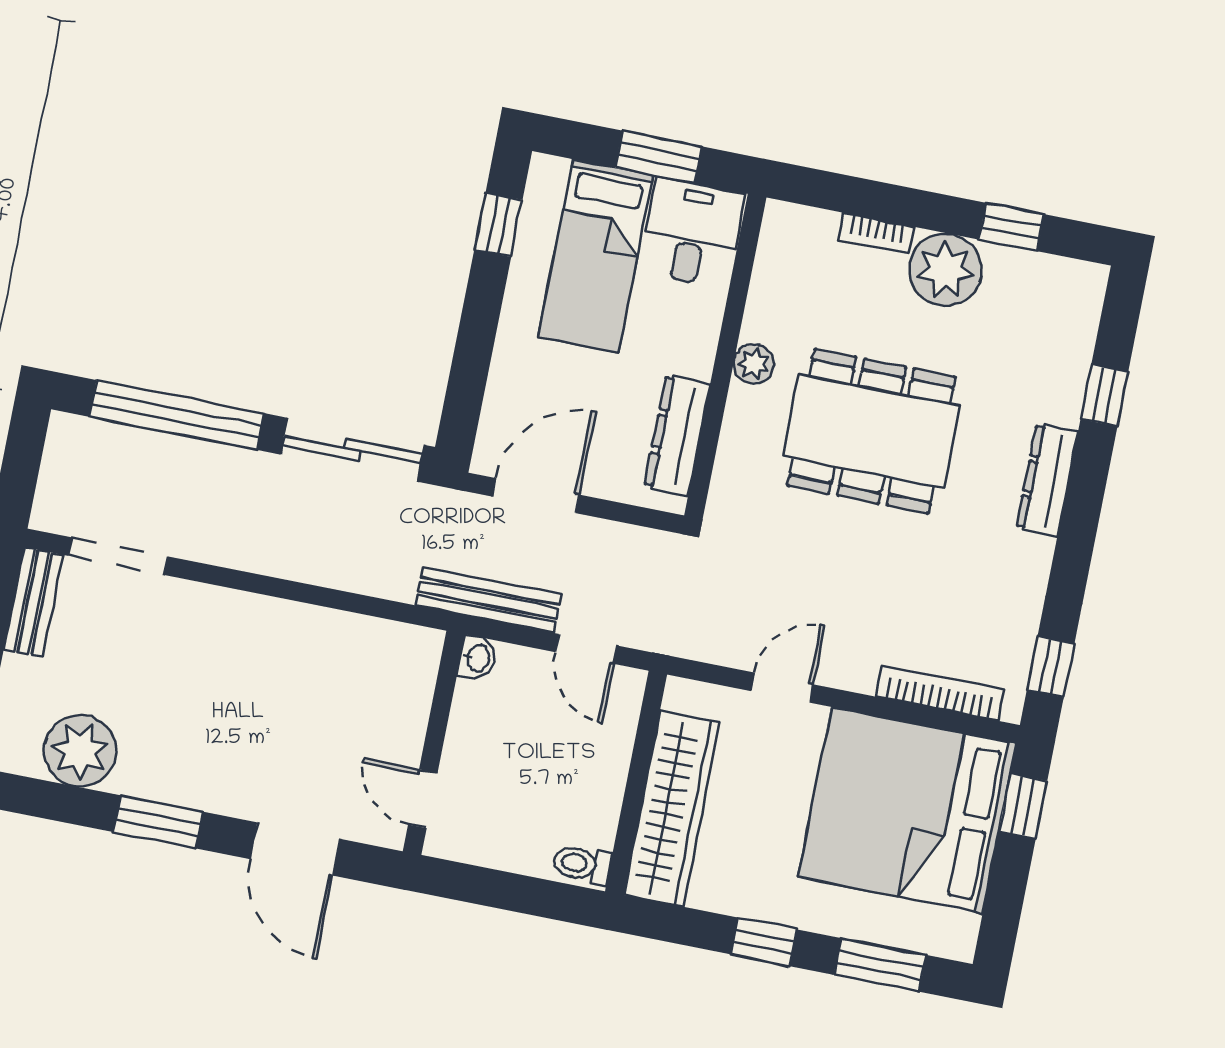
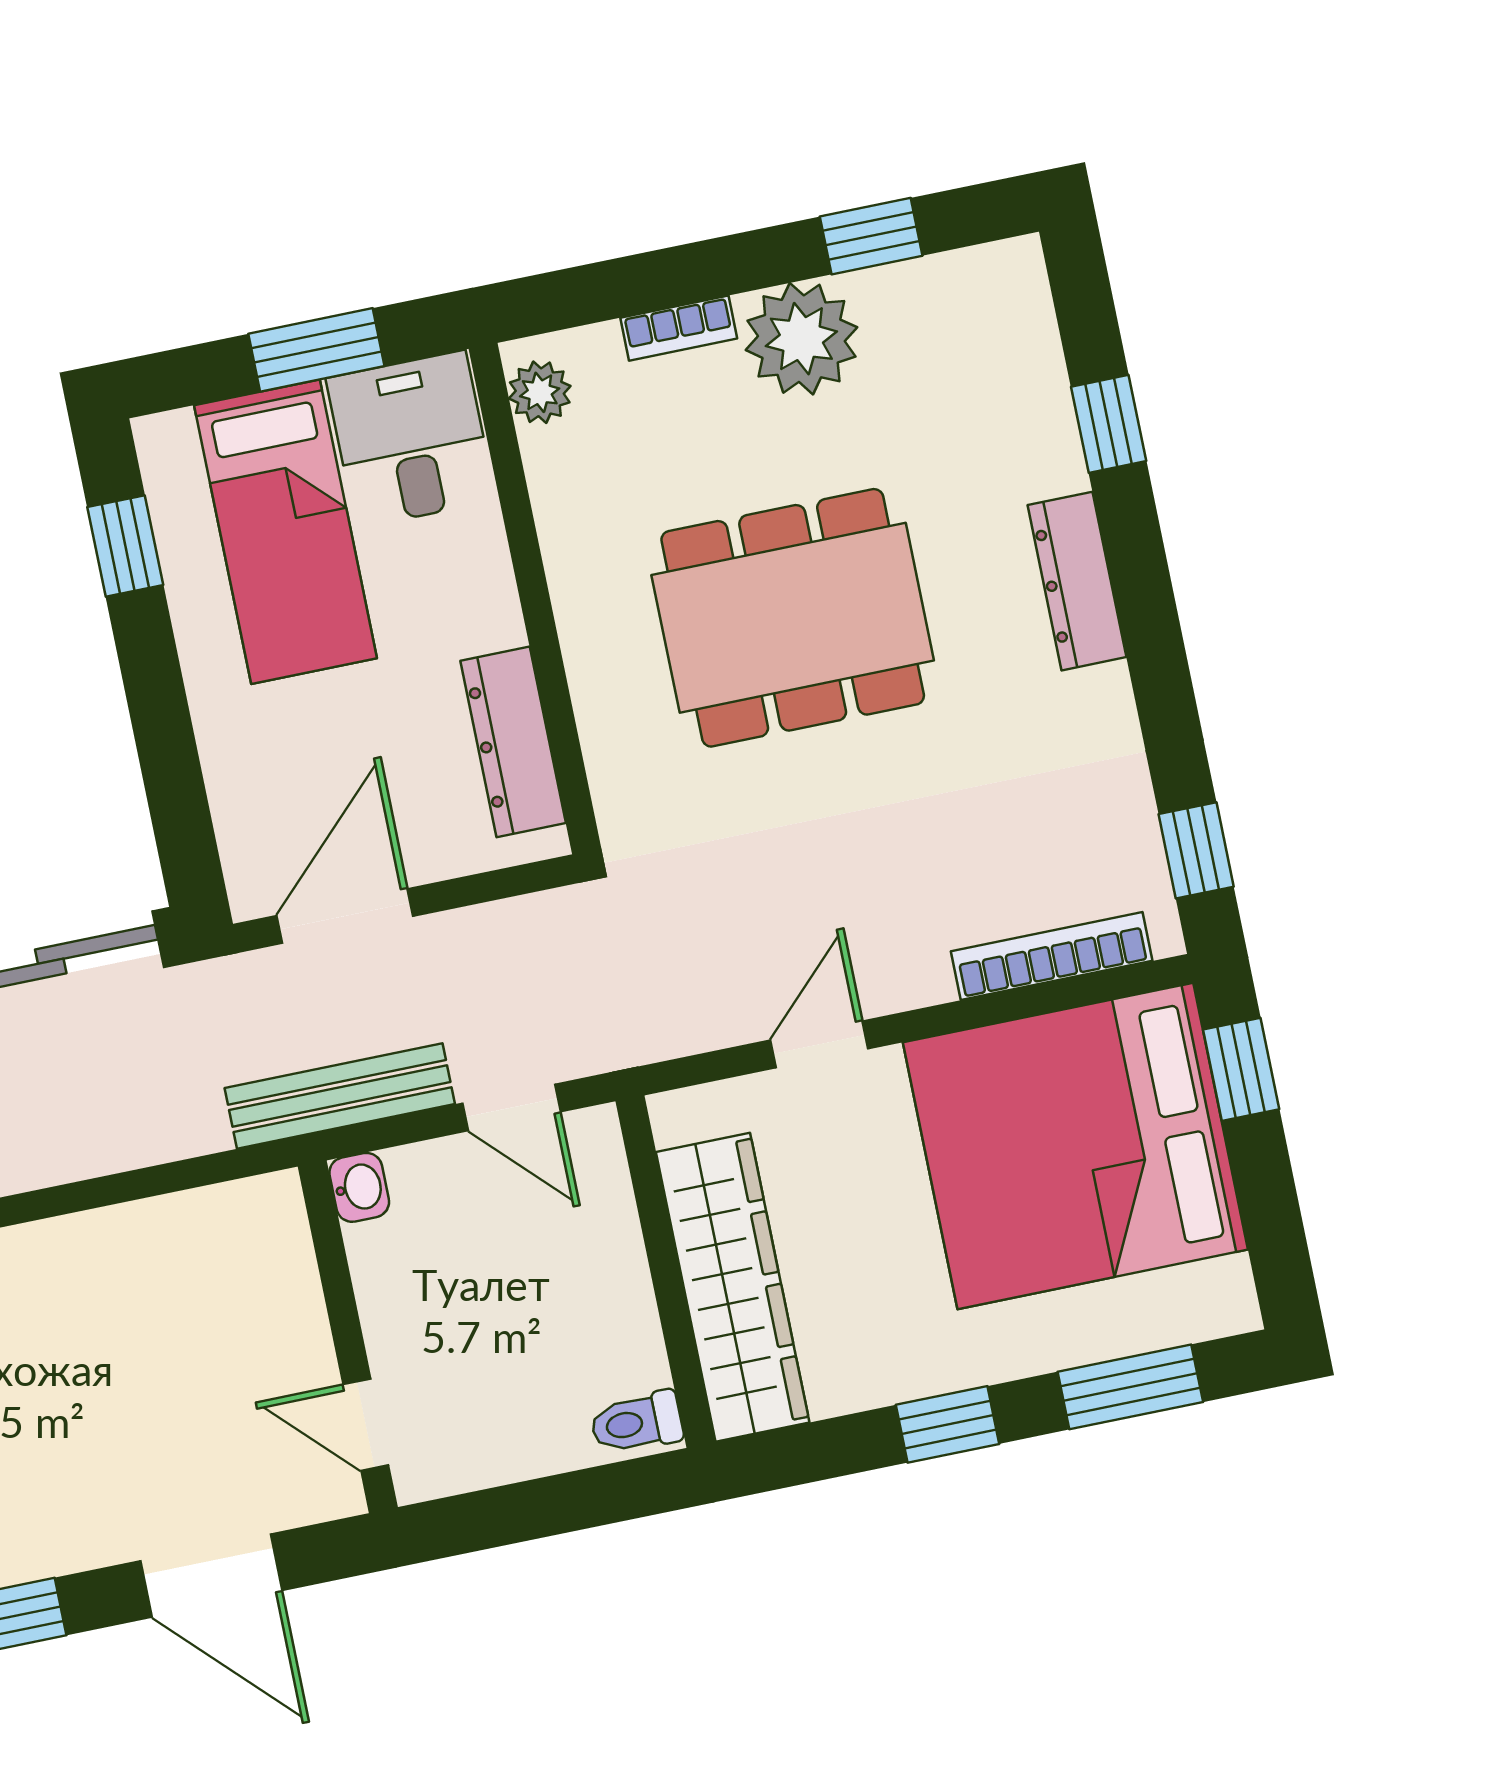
plant: (754, 364) -> (540, 392), moved

